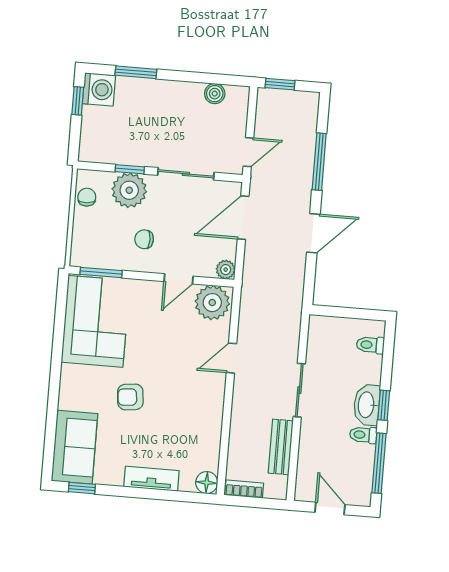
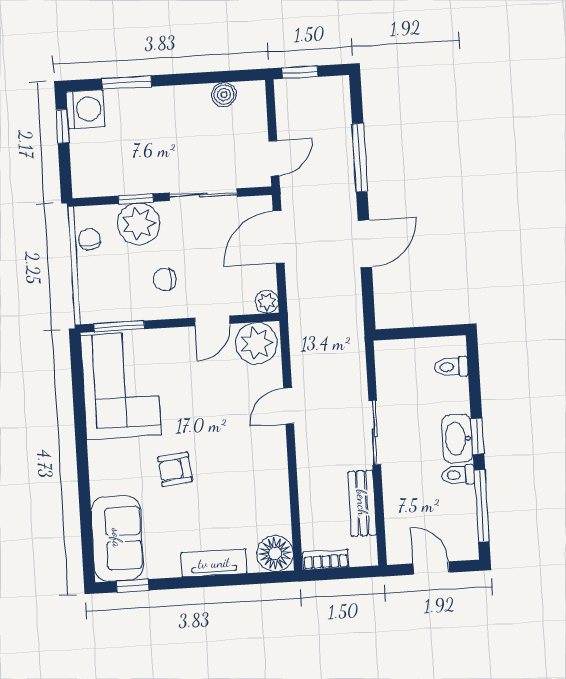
floor lamp: (207, 483) -> (275, 553), width x1.38, depth x1.38

